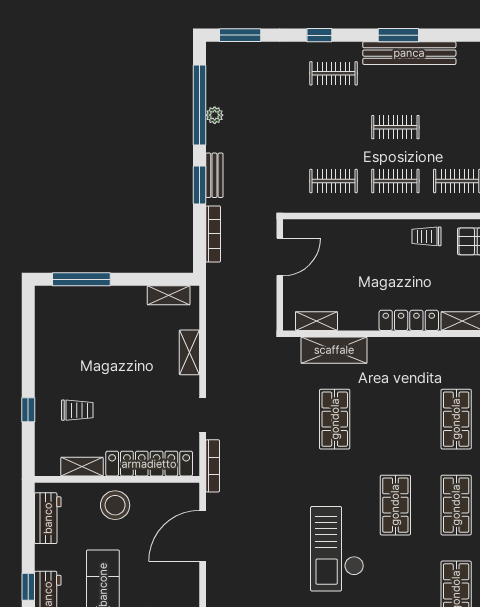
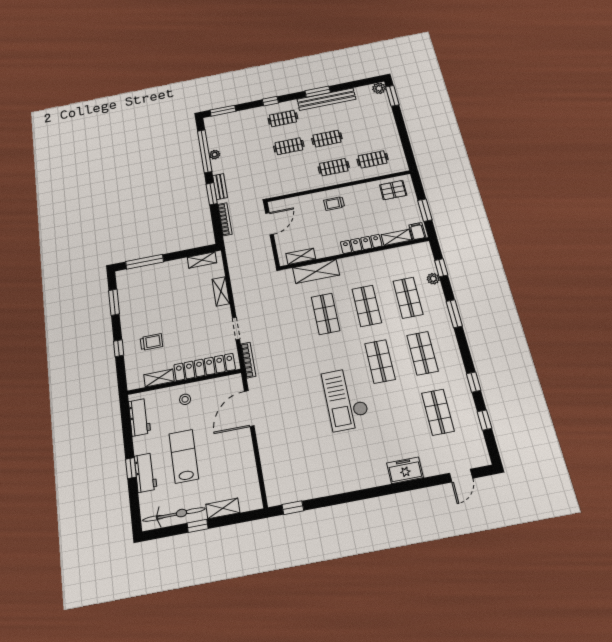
clothes rail: (334, 181) -> (289, 146), moved
trolley: (426, 236) -> (334, 204), moved
window: (28, 336) -> (114, 302), added
shop shelf: (395, 419) -> (367, 306), added
stool: (115, 505) -> (185, 399), width x0.53, depth x0.53

